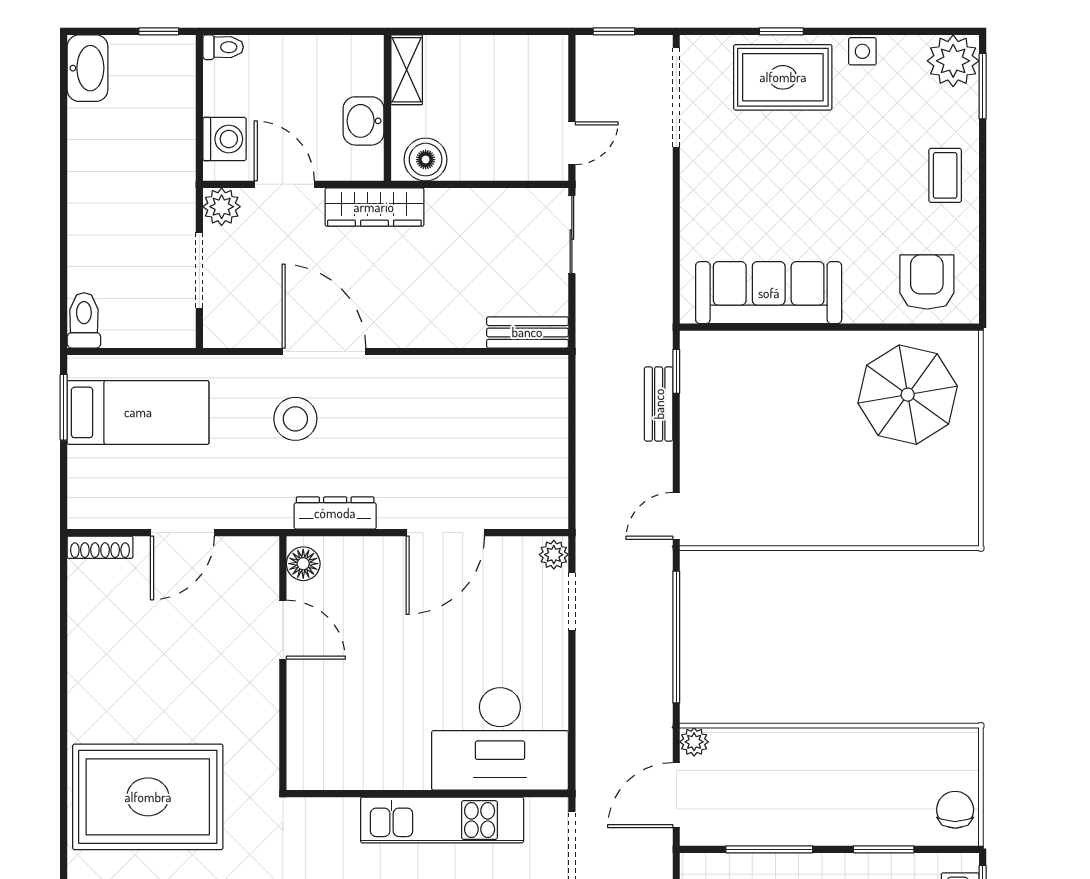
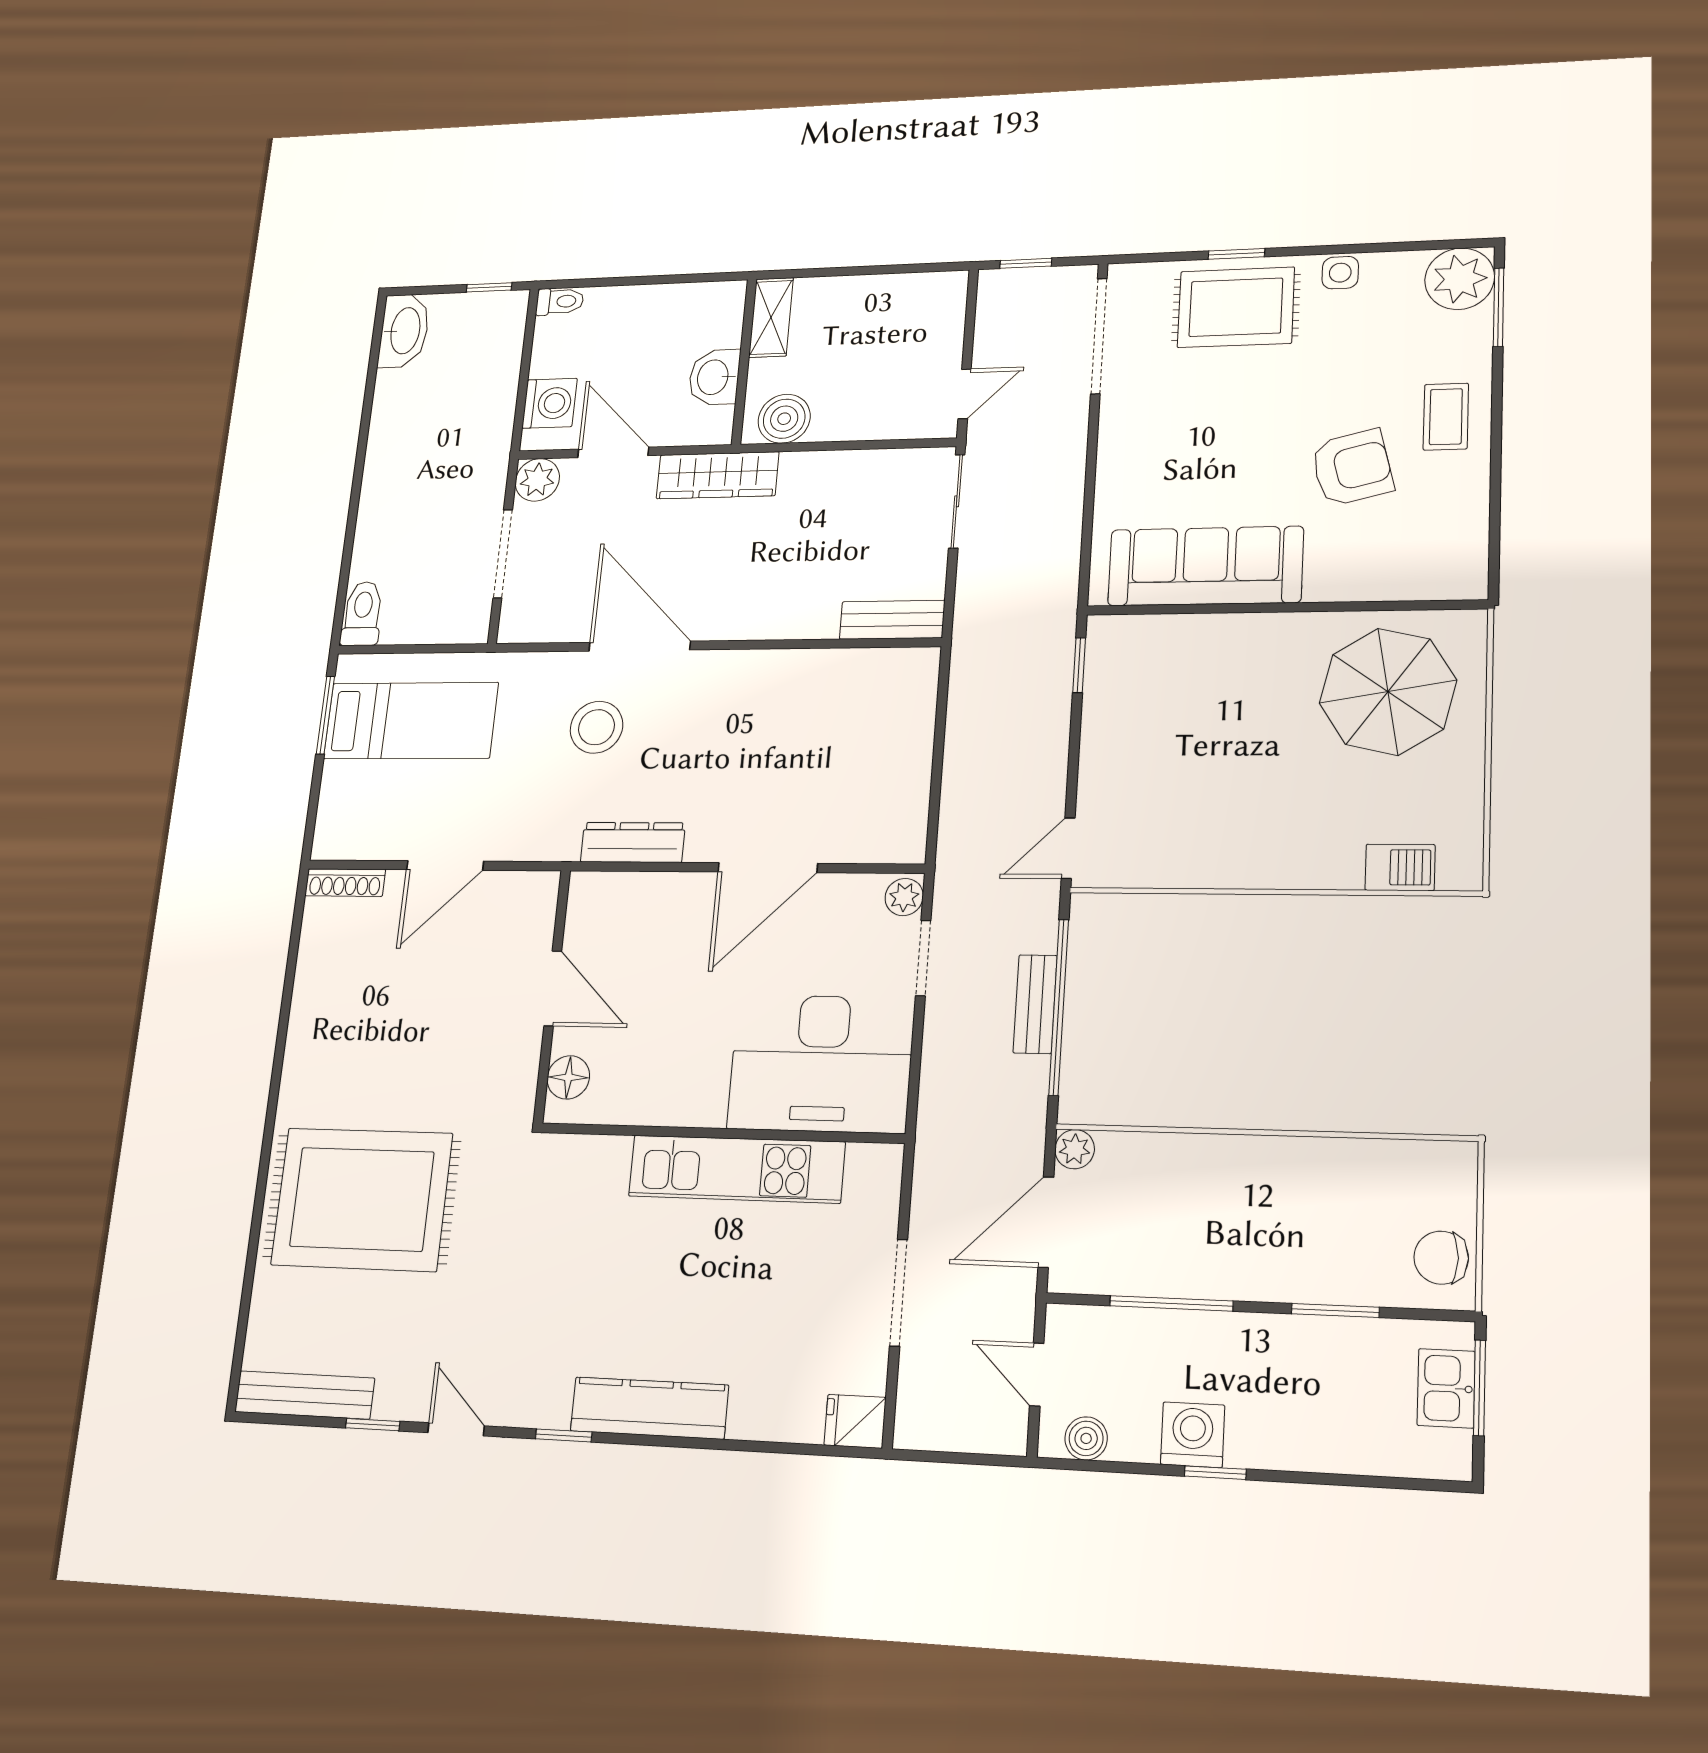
armchair: (927, 282) -> (1352, 468), moved, turned 76
bench: (659, 404) -> (1035, 1004), moved
barbecue: (920, 529) -> (1400, 867), added
floor lamp: (303, 564) -> (568, 1077), moved
desk: (500, 739) -> (821, 1063), moved
wall: (427, 794) -> (721, 1133), moved
chair: (955, 810) -> (1441, 1258), turned -90
kitchen unit: (442, 820) -> (736, 1169), moved

